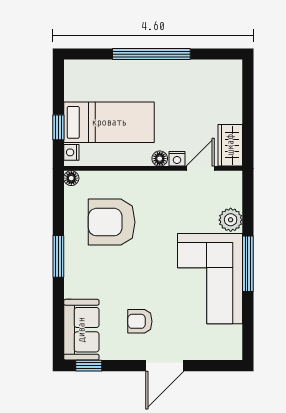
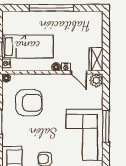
door: (200, 168) -> (79, 72), swing flipped
plant: (231, 220) -> (96, 80), moved
armchair: (112, 222) -> (29, 103), turned 180

